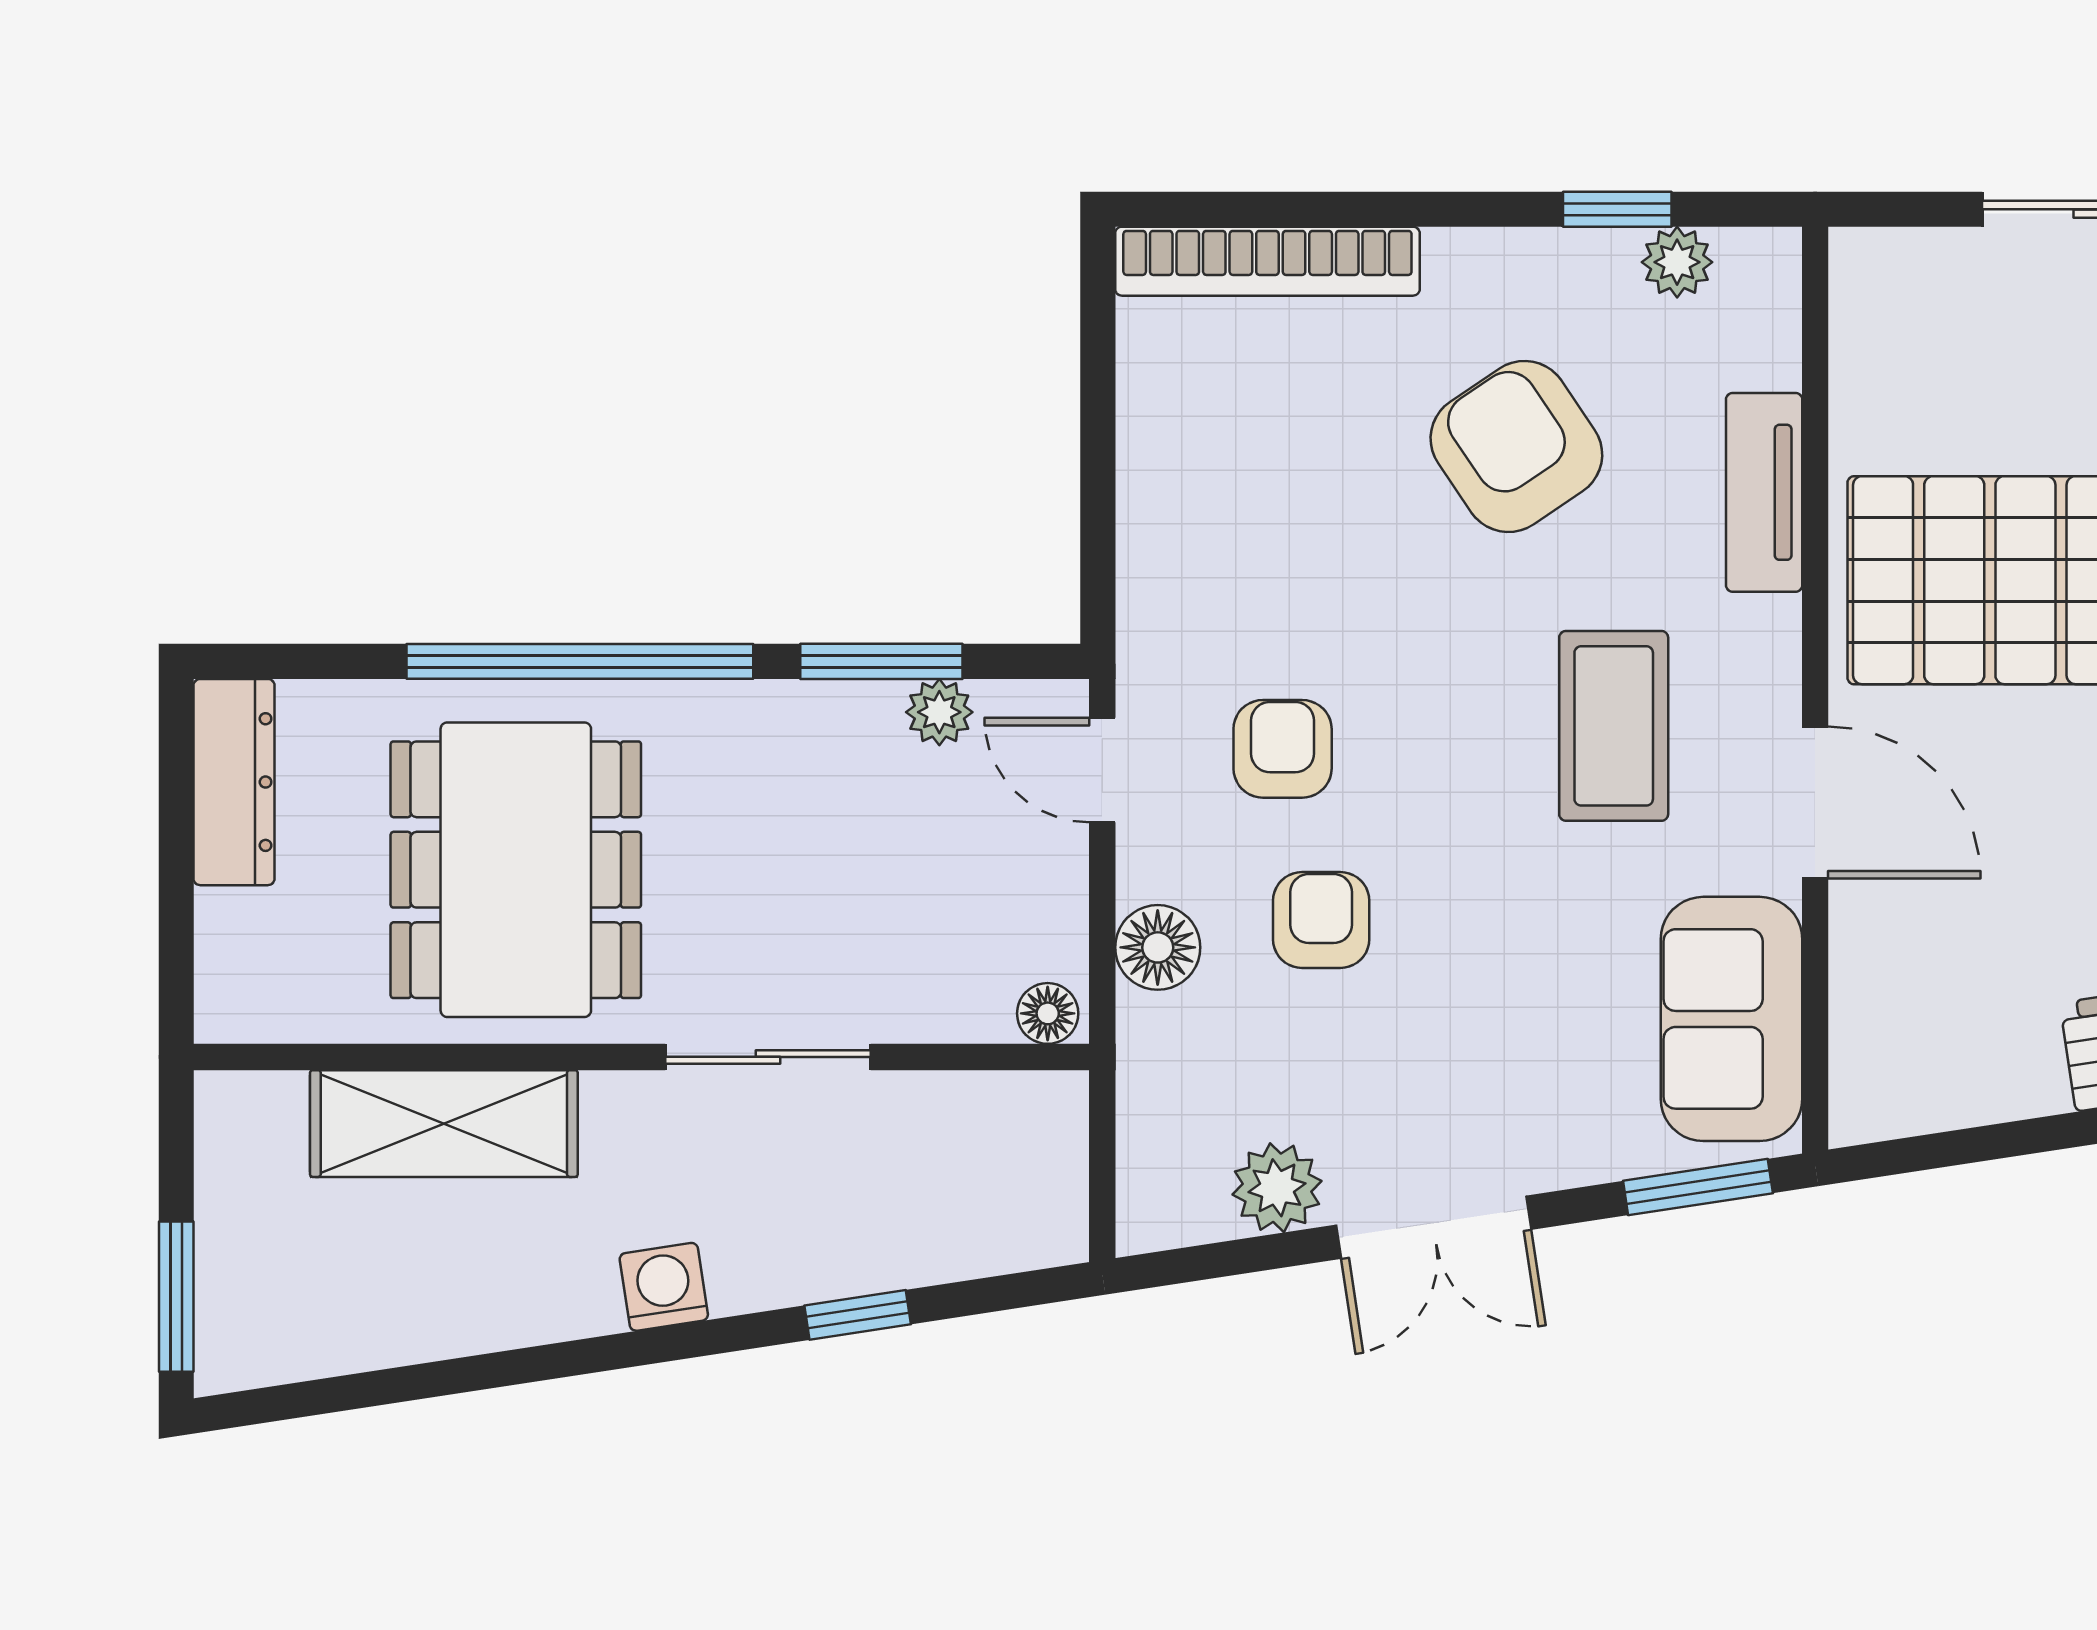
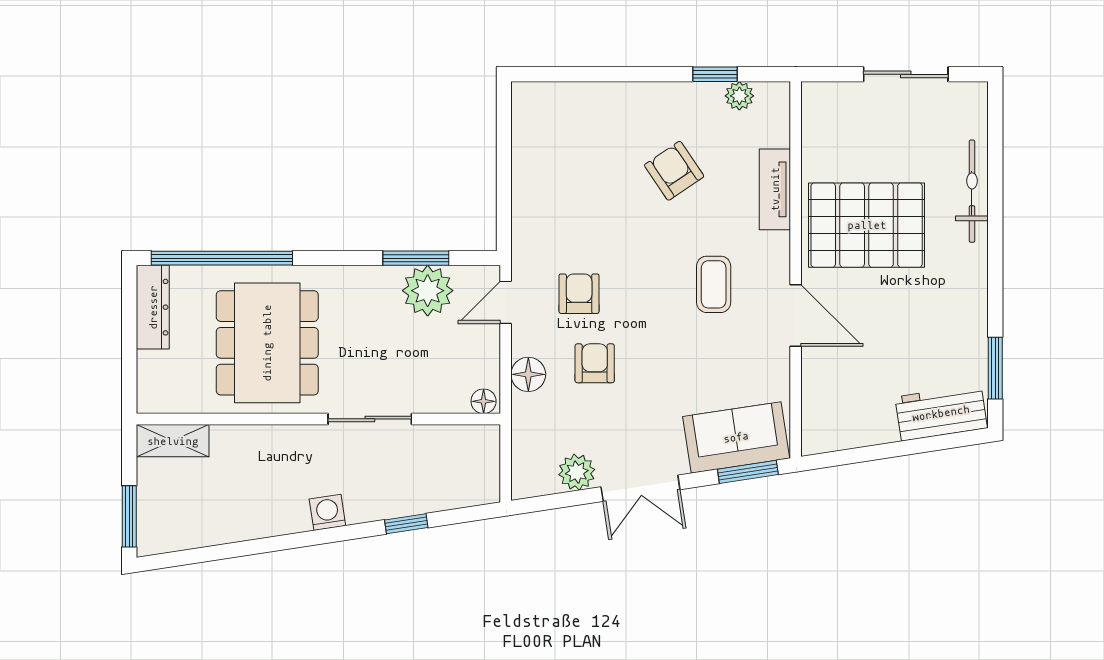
bookcase: (1267, 261) -> (573, 95), removed
armchair: (1516, 446) -> (674, 171), width x0.72, depth x0.72
window: (580, 661) -> (222, 258), moved
plant: (939, 712) -> (428, 291), width x1.87, depth x1.87
coffee table: (1614, 726) -> (714, 284), width x0.73, depth x0.77
door: (1102, 770) -> (506, 302), hinge flipped
sofa: (1731, 1019) -> (736, 437), moved, turned 81
shelving: (444, 1124) -> (173, 441), moved, width x0.67, depth x0.75

